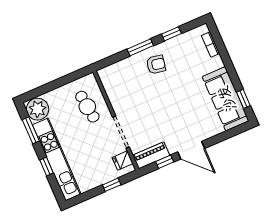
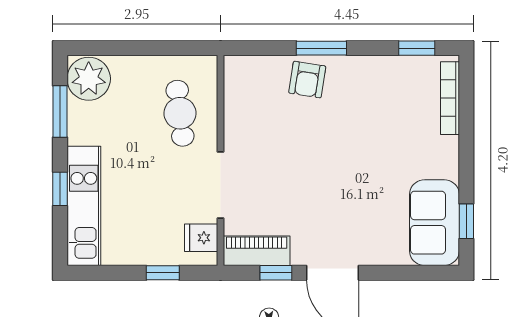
window: (171, 34) -> (417, 48), moved
bookcase: (211, 45) -> (450, 98), width x1.56
armchair: (156, 65) -> (307, 80), moved, turned 89
sofa: (226, 99) -> (434, 223), width x0.73
kitchen unit: (57, 159) -> (84, 206), width x0.73

